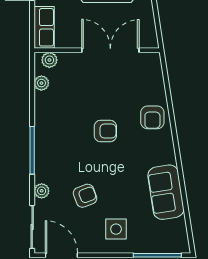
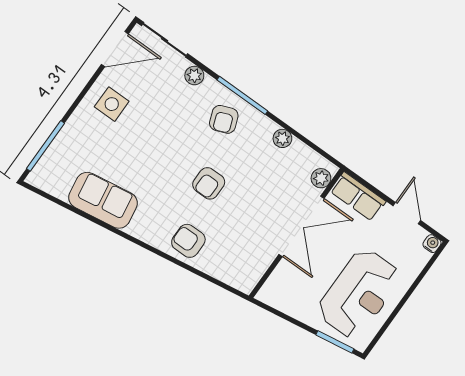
double door: (110, 50) -> (301, 226), moved
plant: (41, 83) -> (282, 138), moved
armchair: (85, 196) -> (224, 119), moved
side table: (116, 229) -> (112, 104), moved

